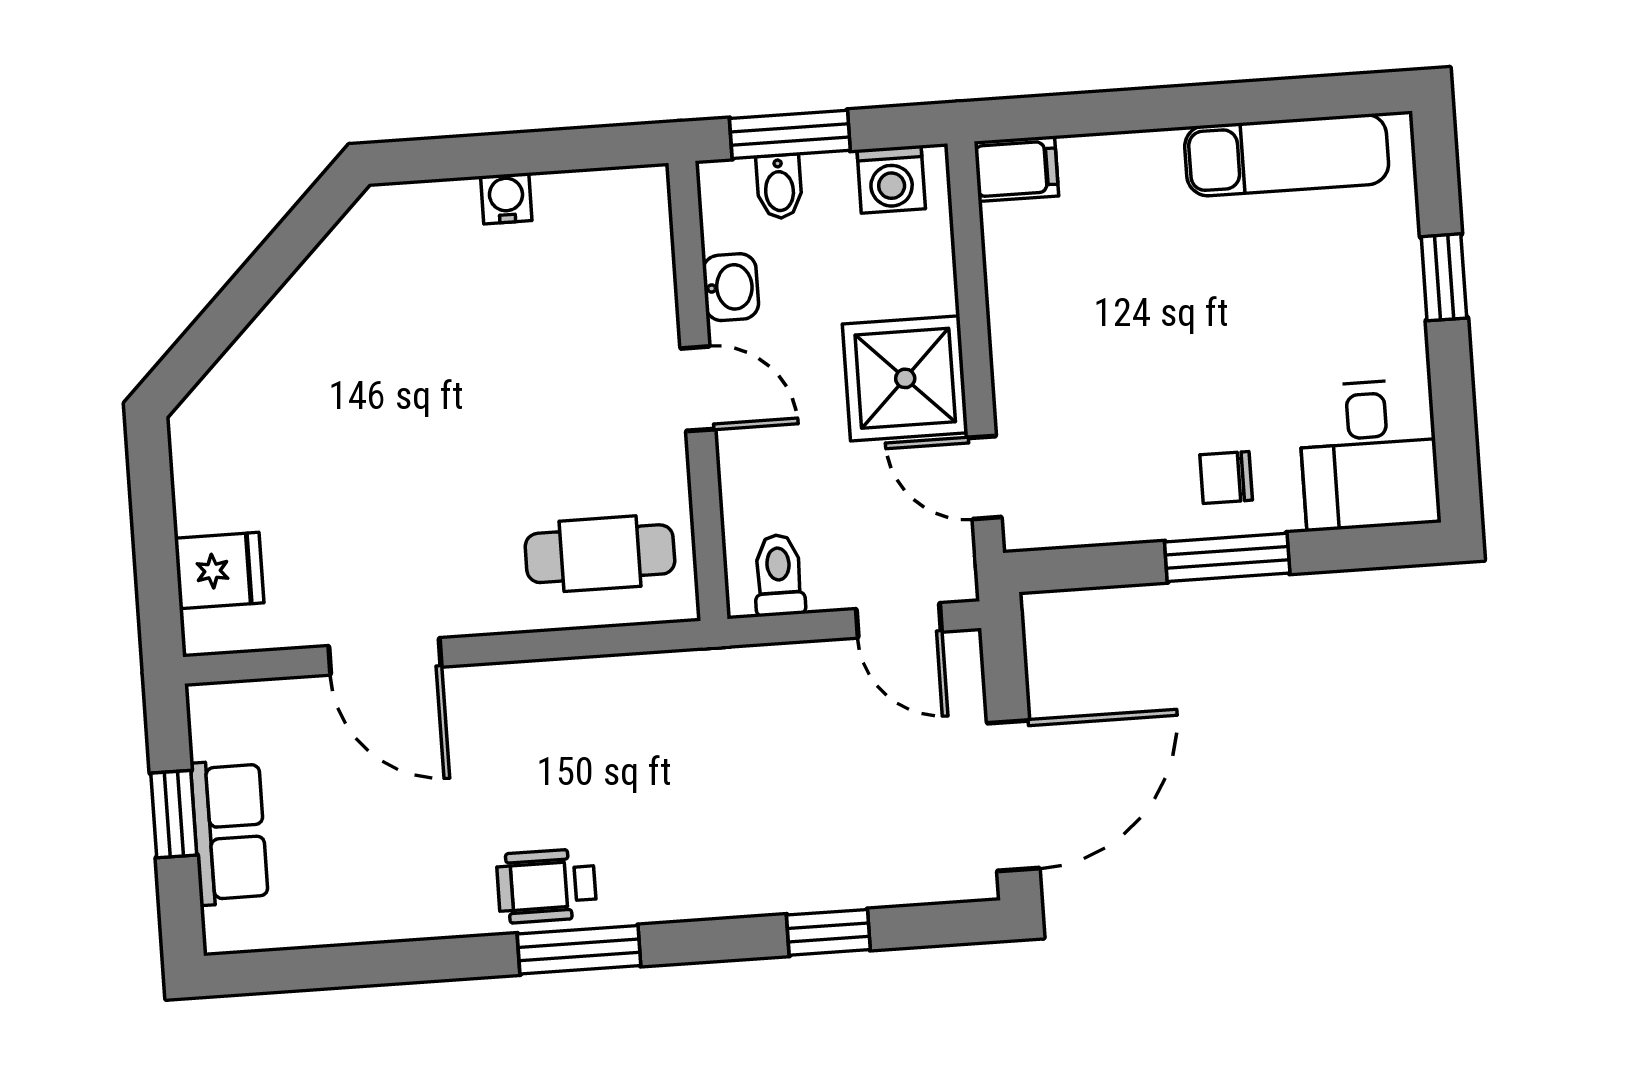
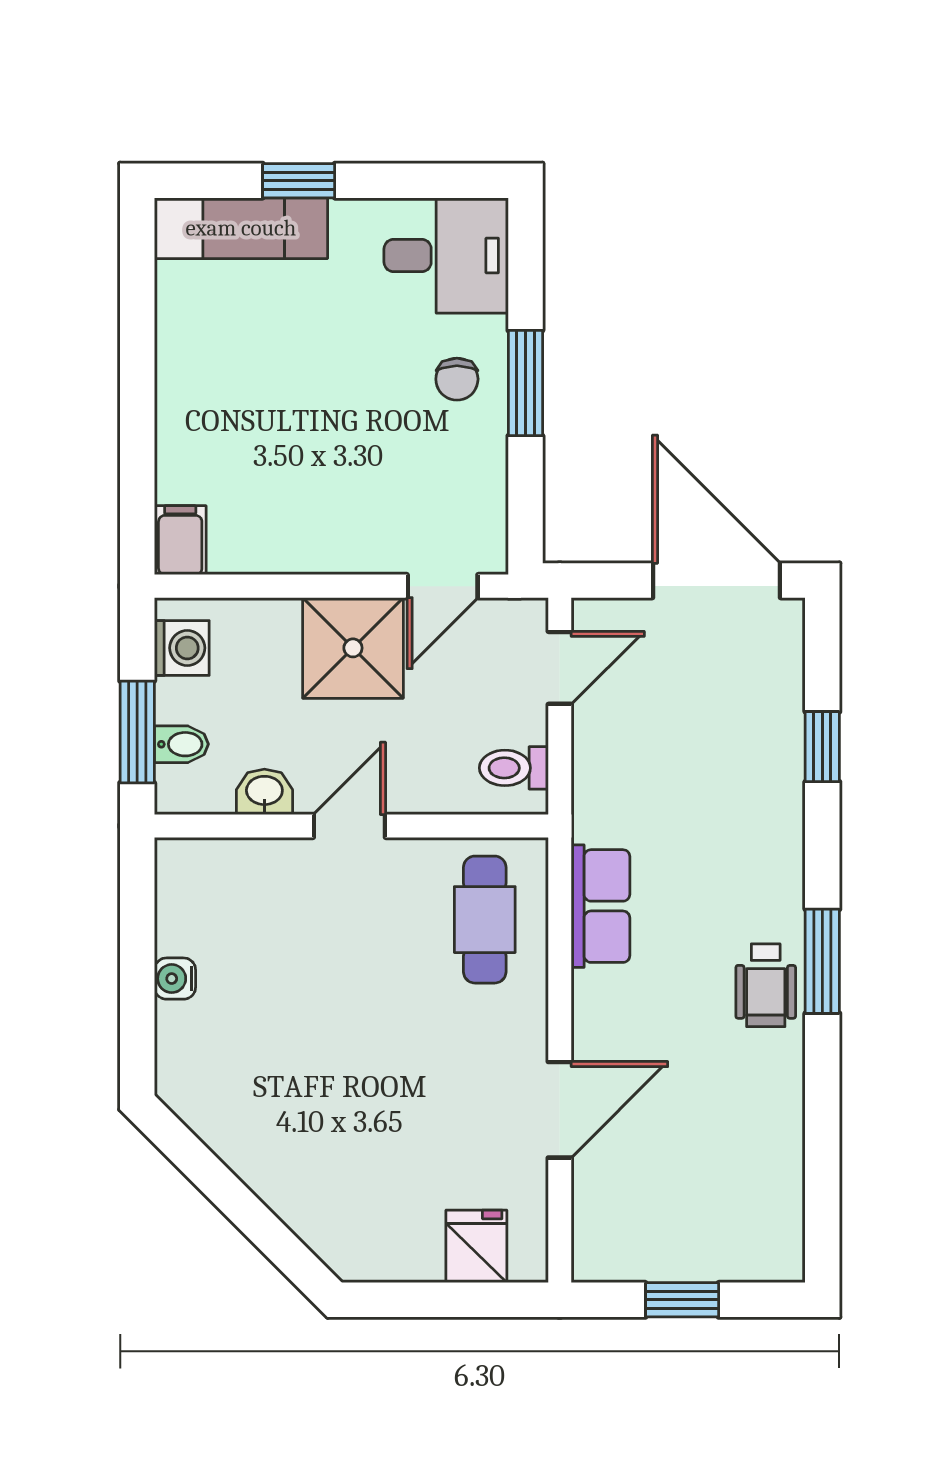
exam couch: (1287, 155) -> (241, 228), moved, turned 90
row of seats: (229, 832) -> (600, 906), moved, turned 90

